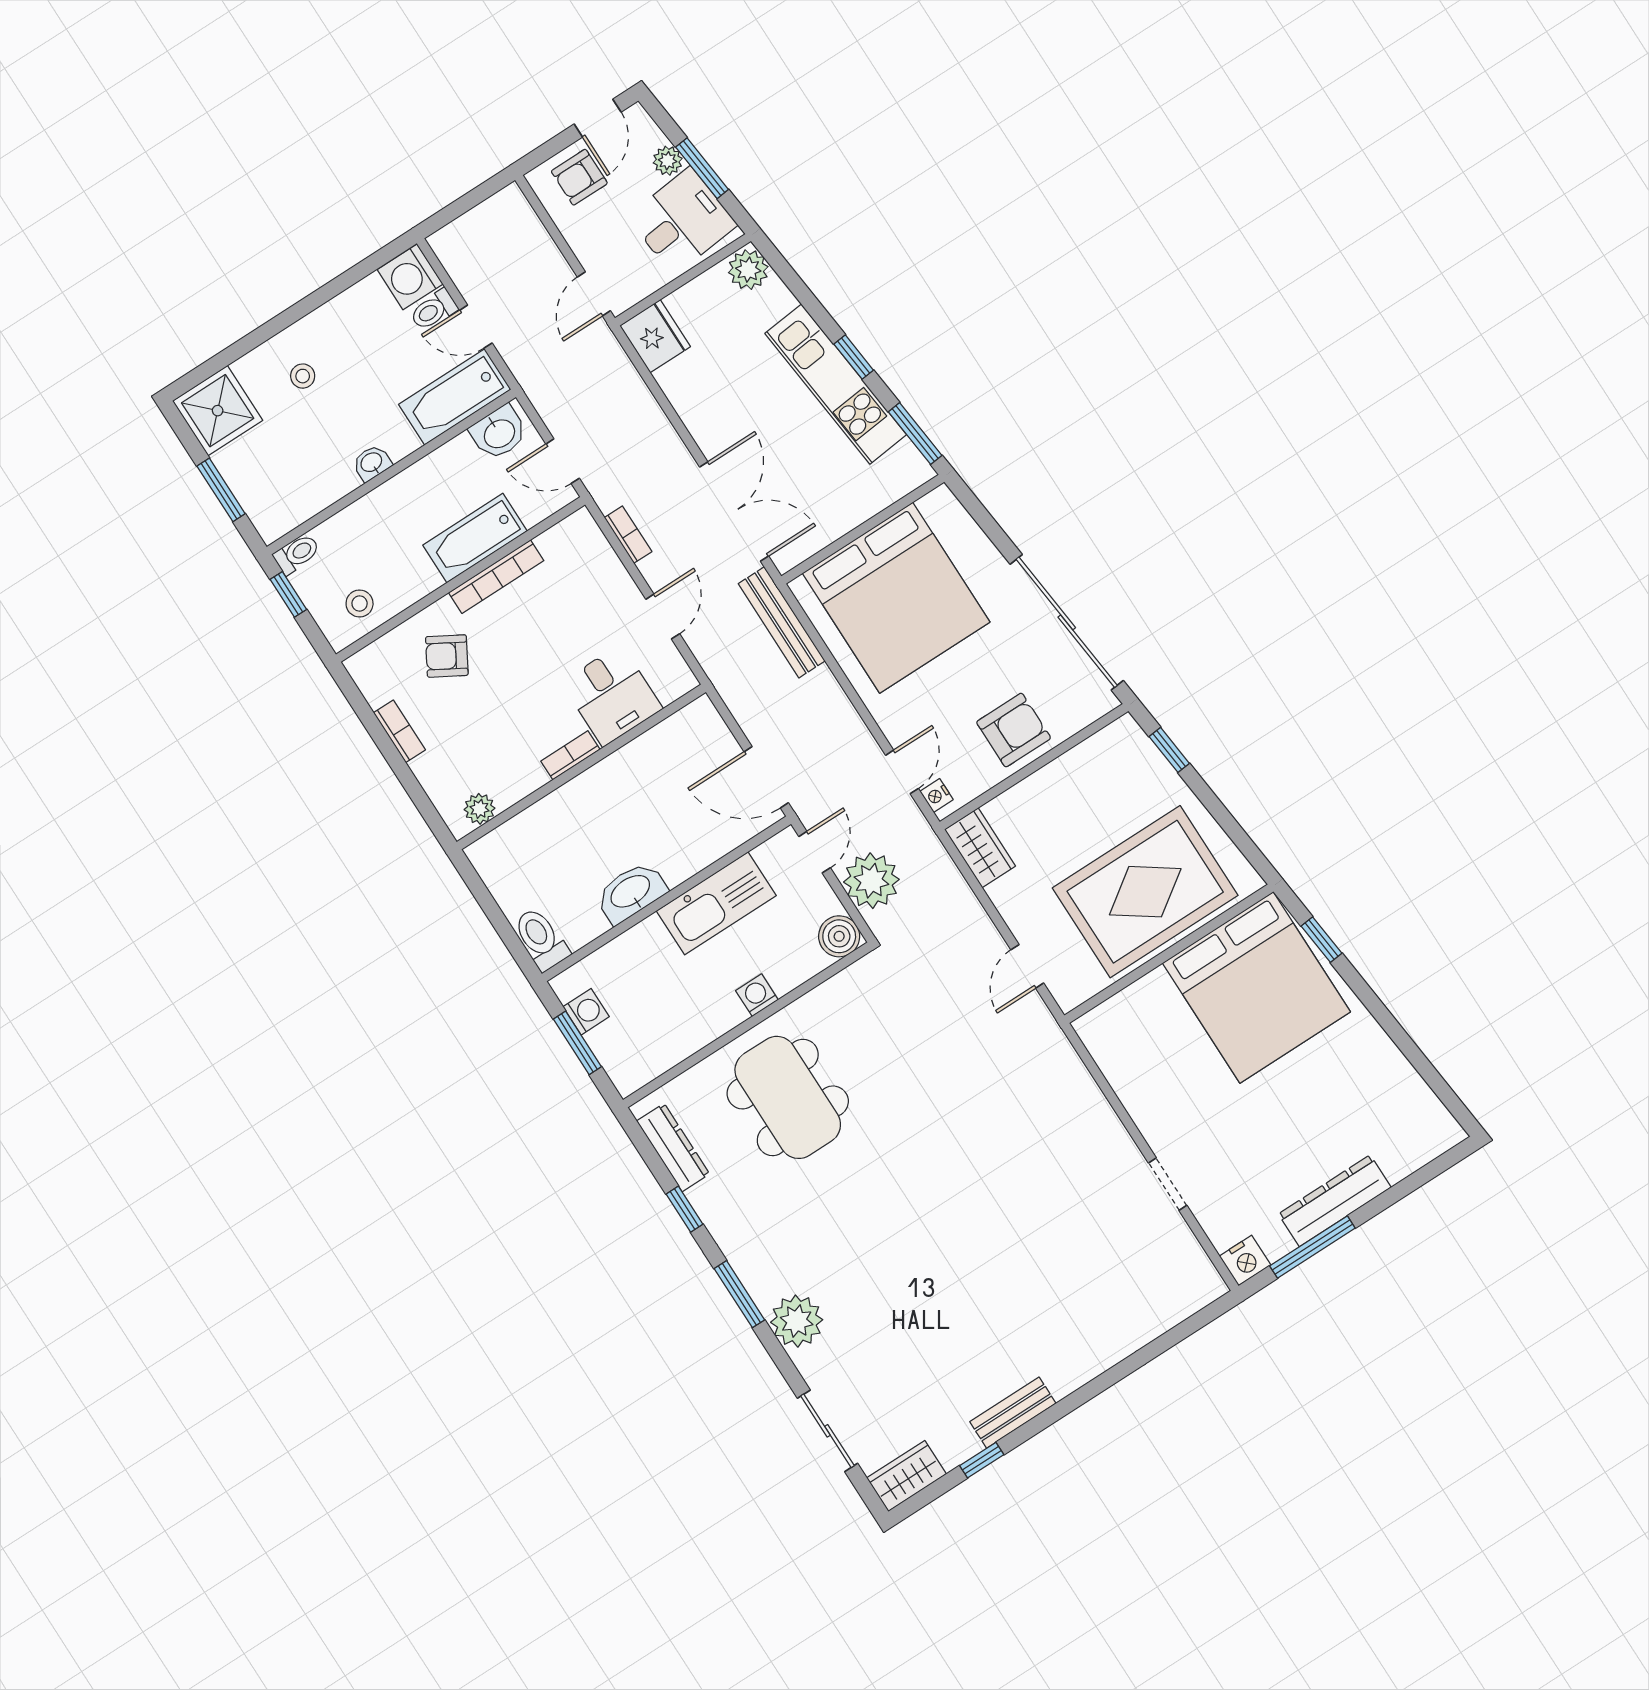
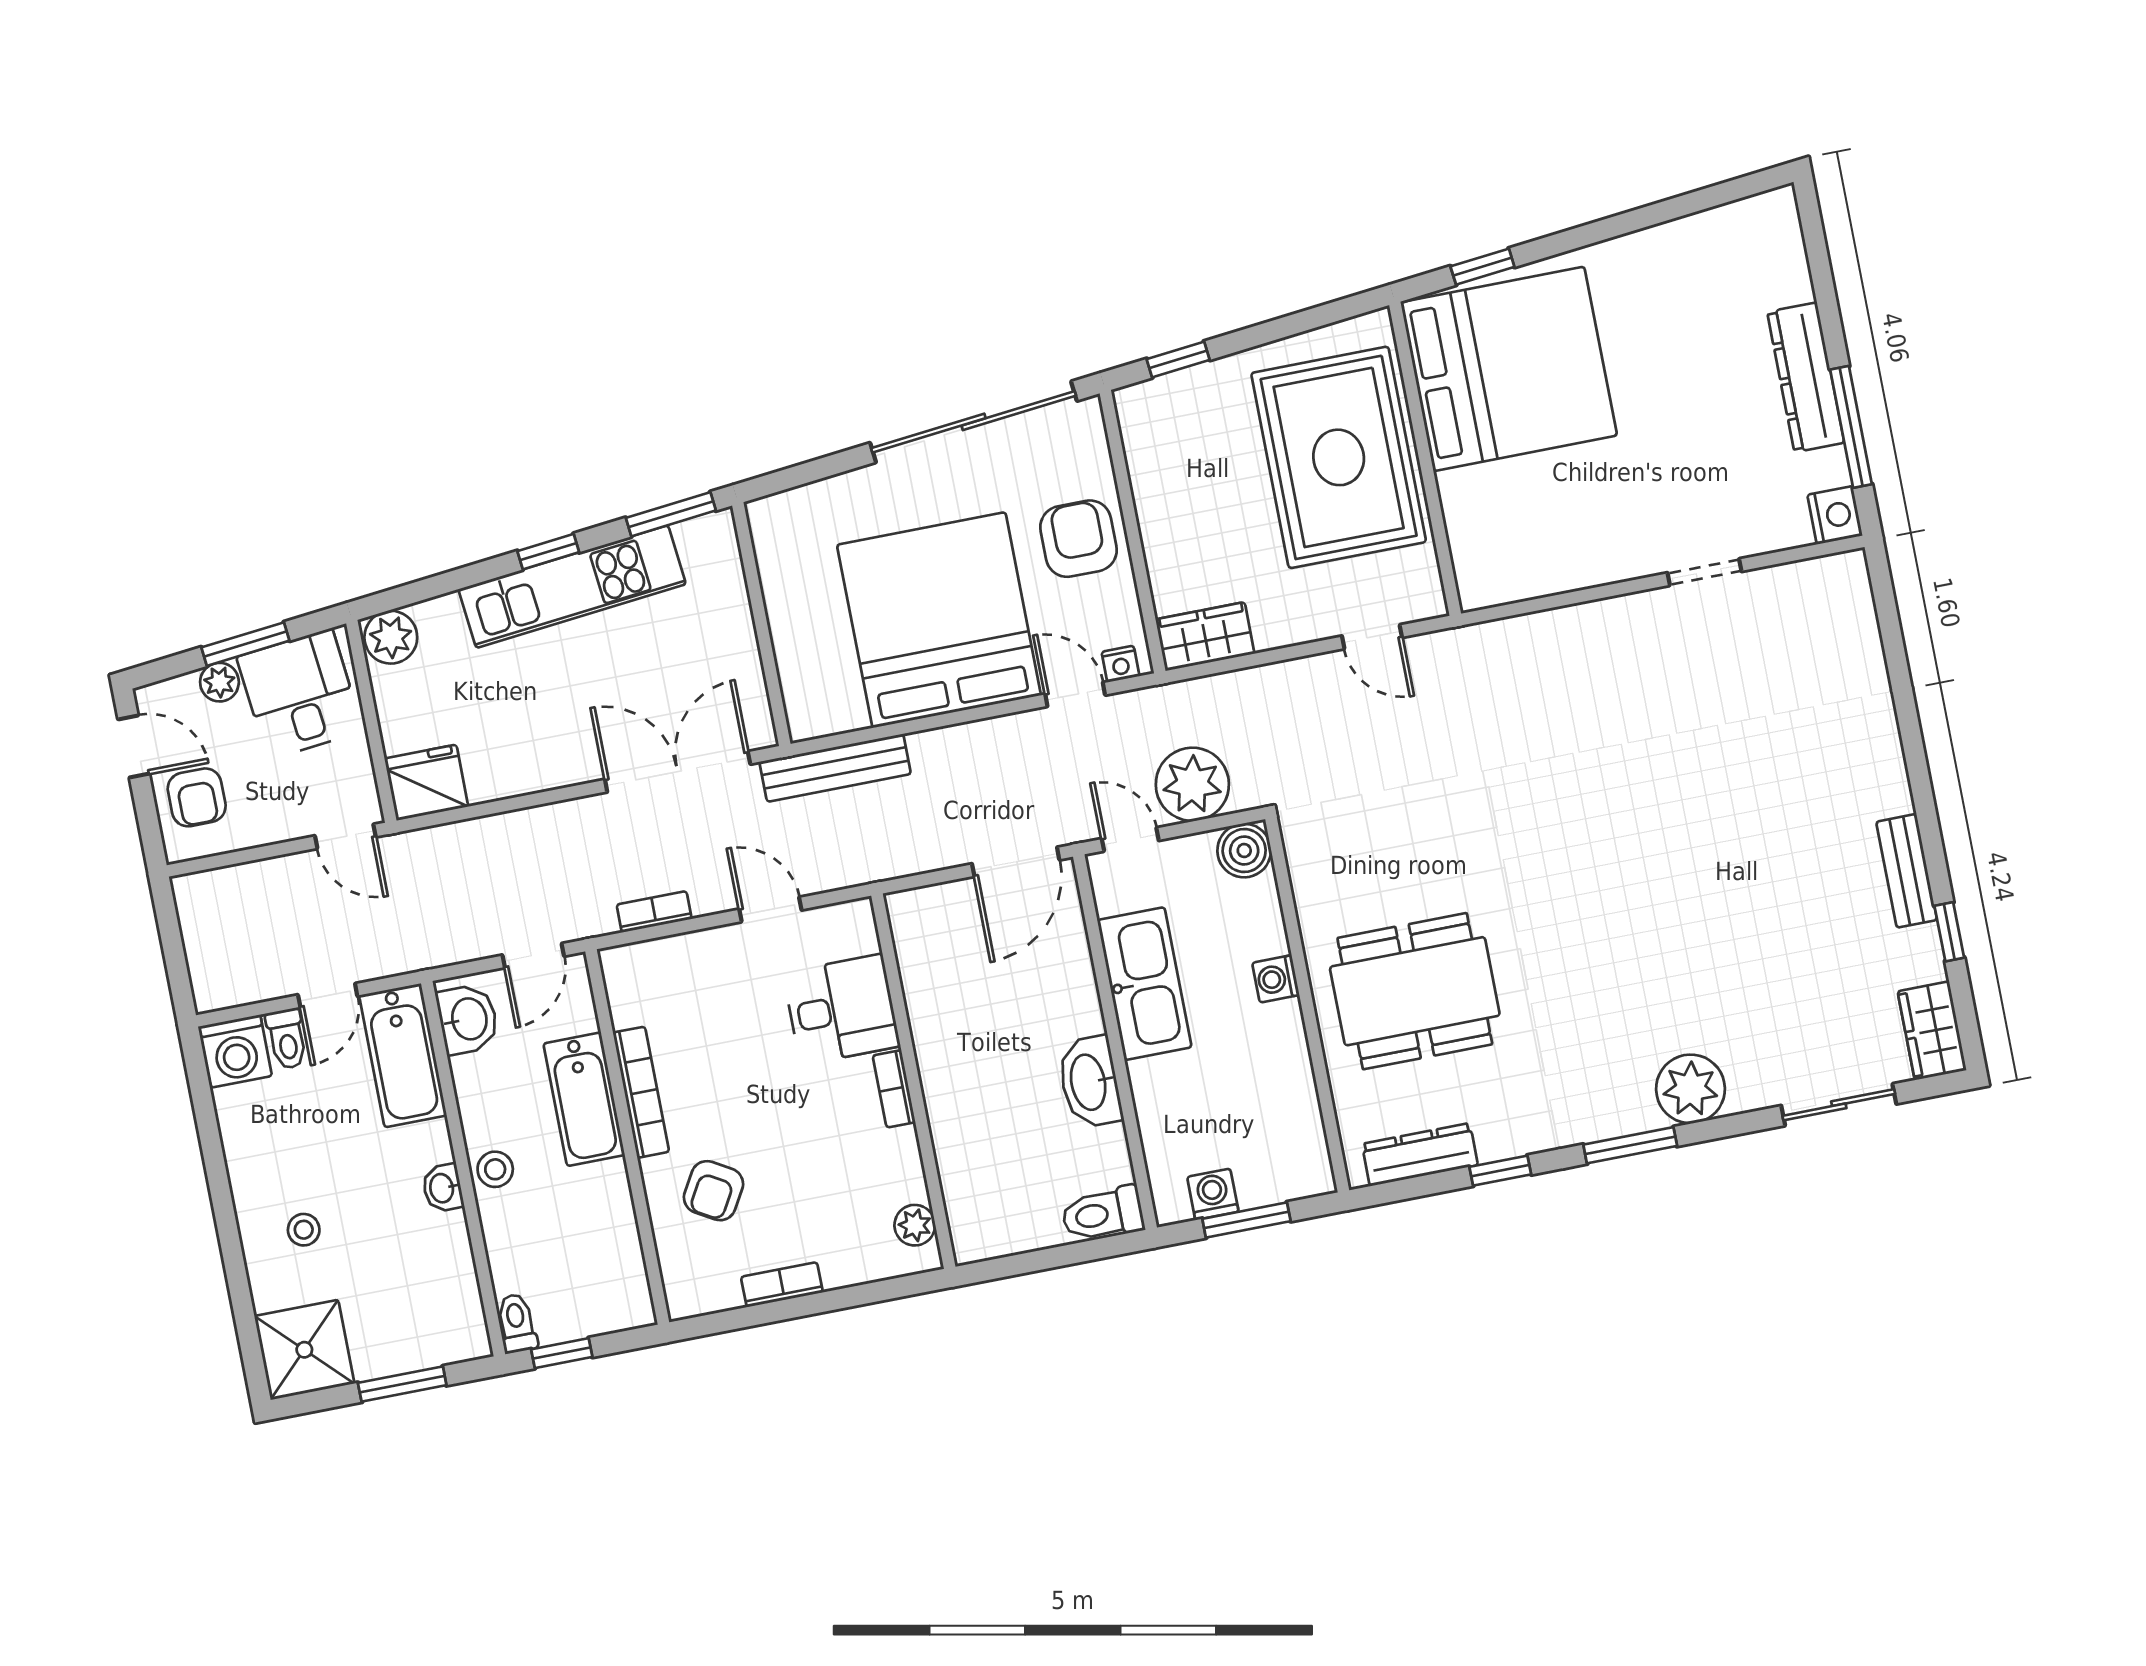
bed: (896, 598) -> (939, 620), moved, turned -90
stool: (360, 604) -> (495, 1169), moved

